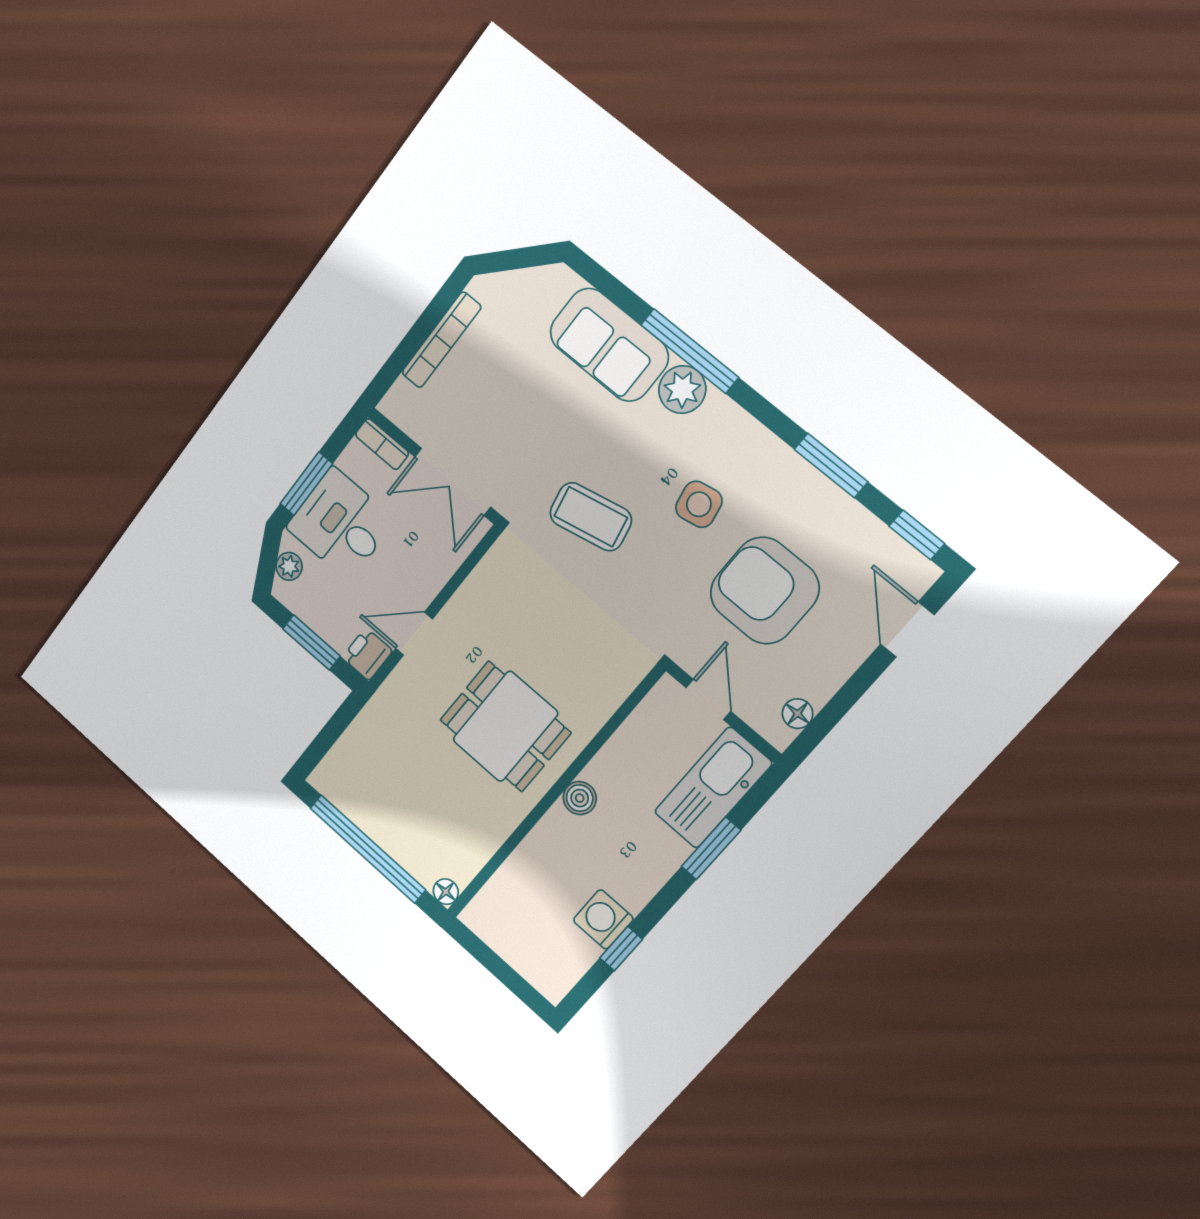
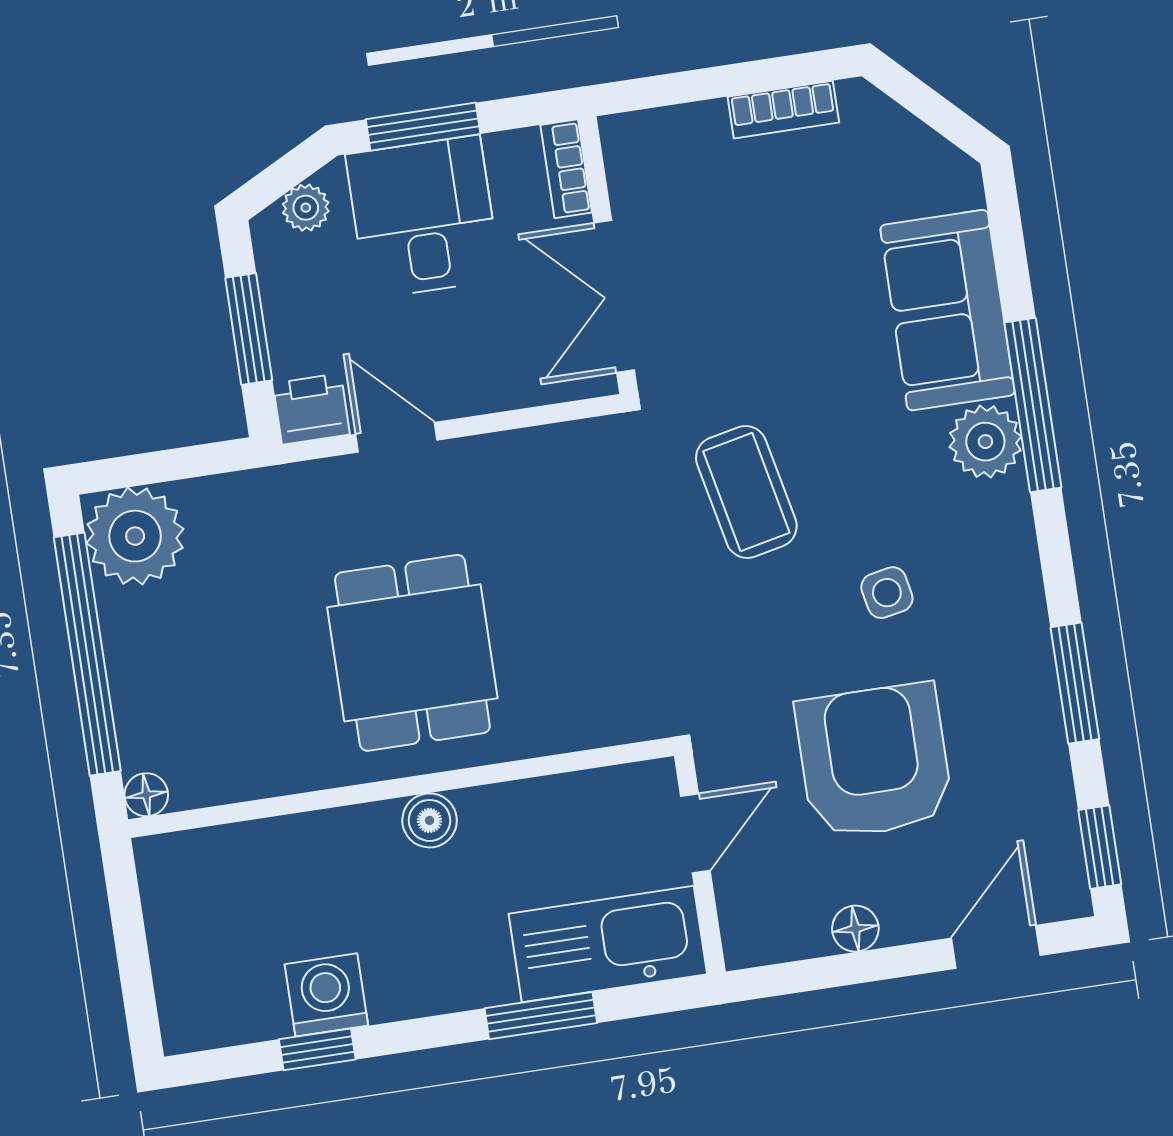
bookcase: (441, 340) -> (783, 110), width x0.64
side table: (699, 504) -> (887, 593), width x0.73, depth x0.73
floor lamp: (798, 714) -> (855, 929), moved
plant: (343, 778) -> (135, 536), added

